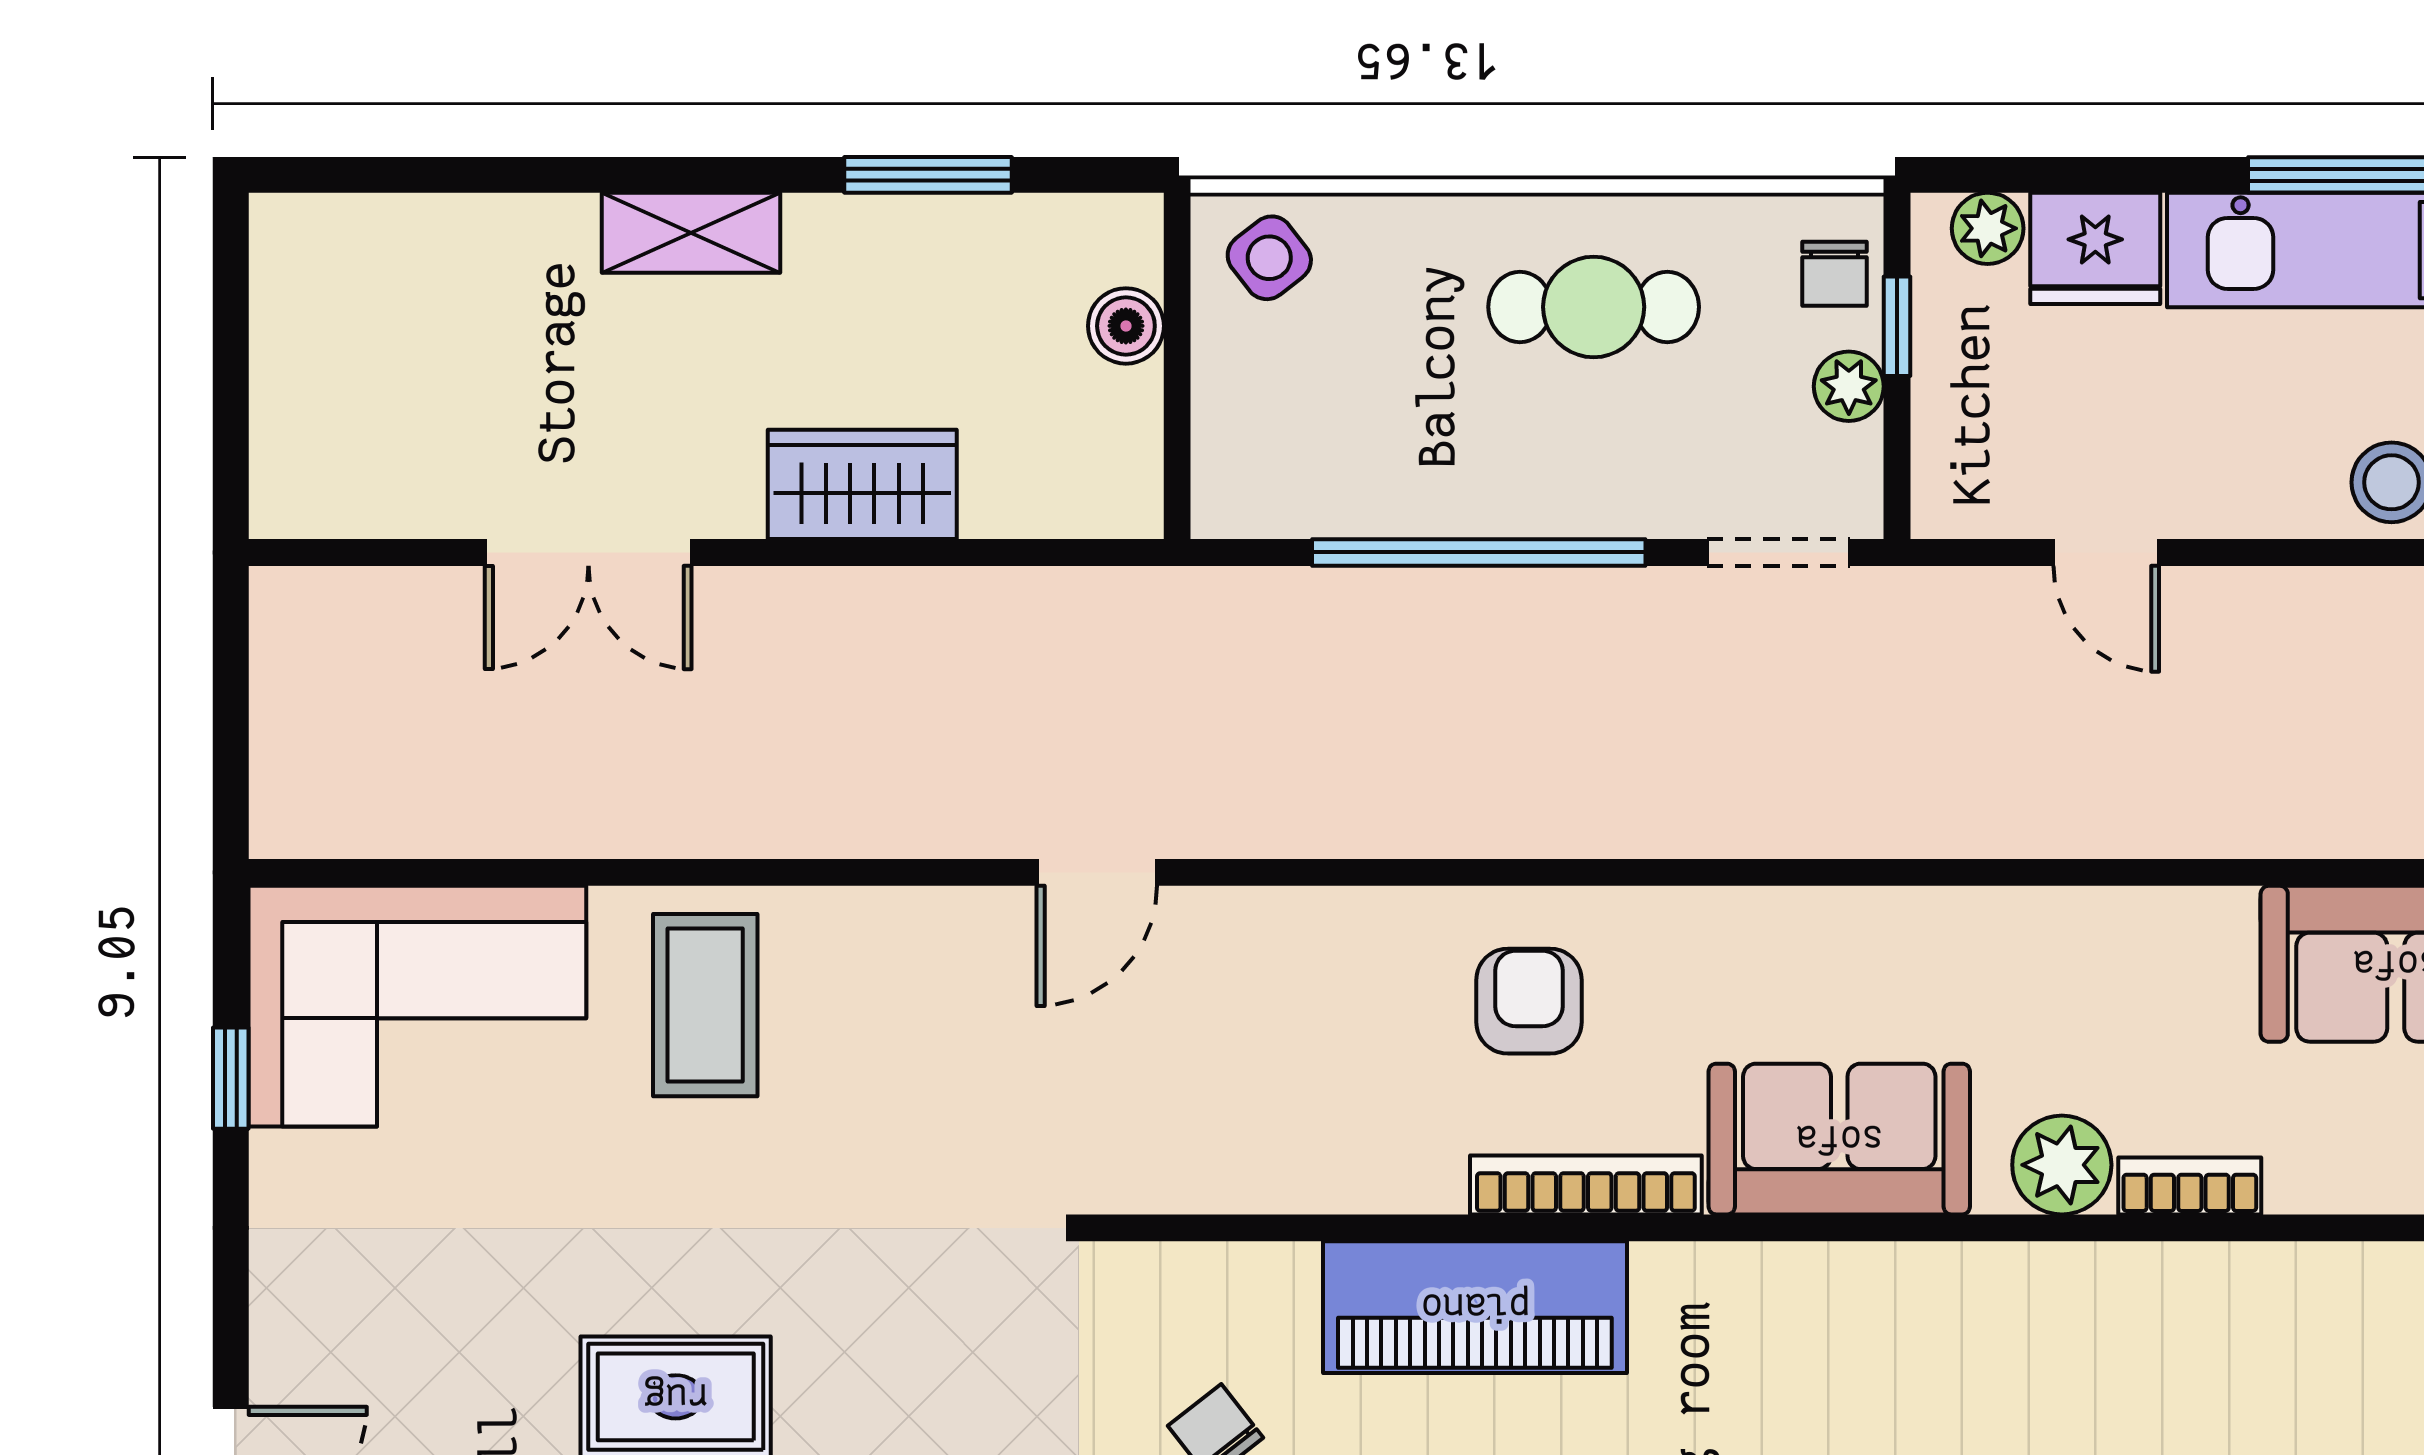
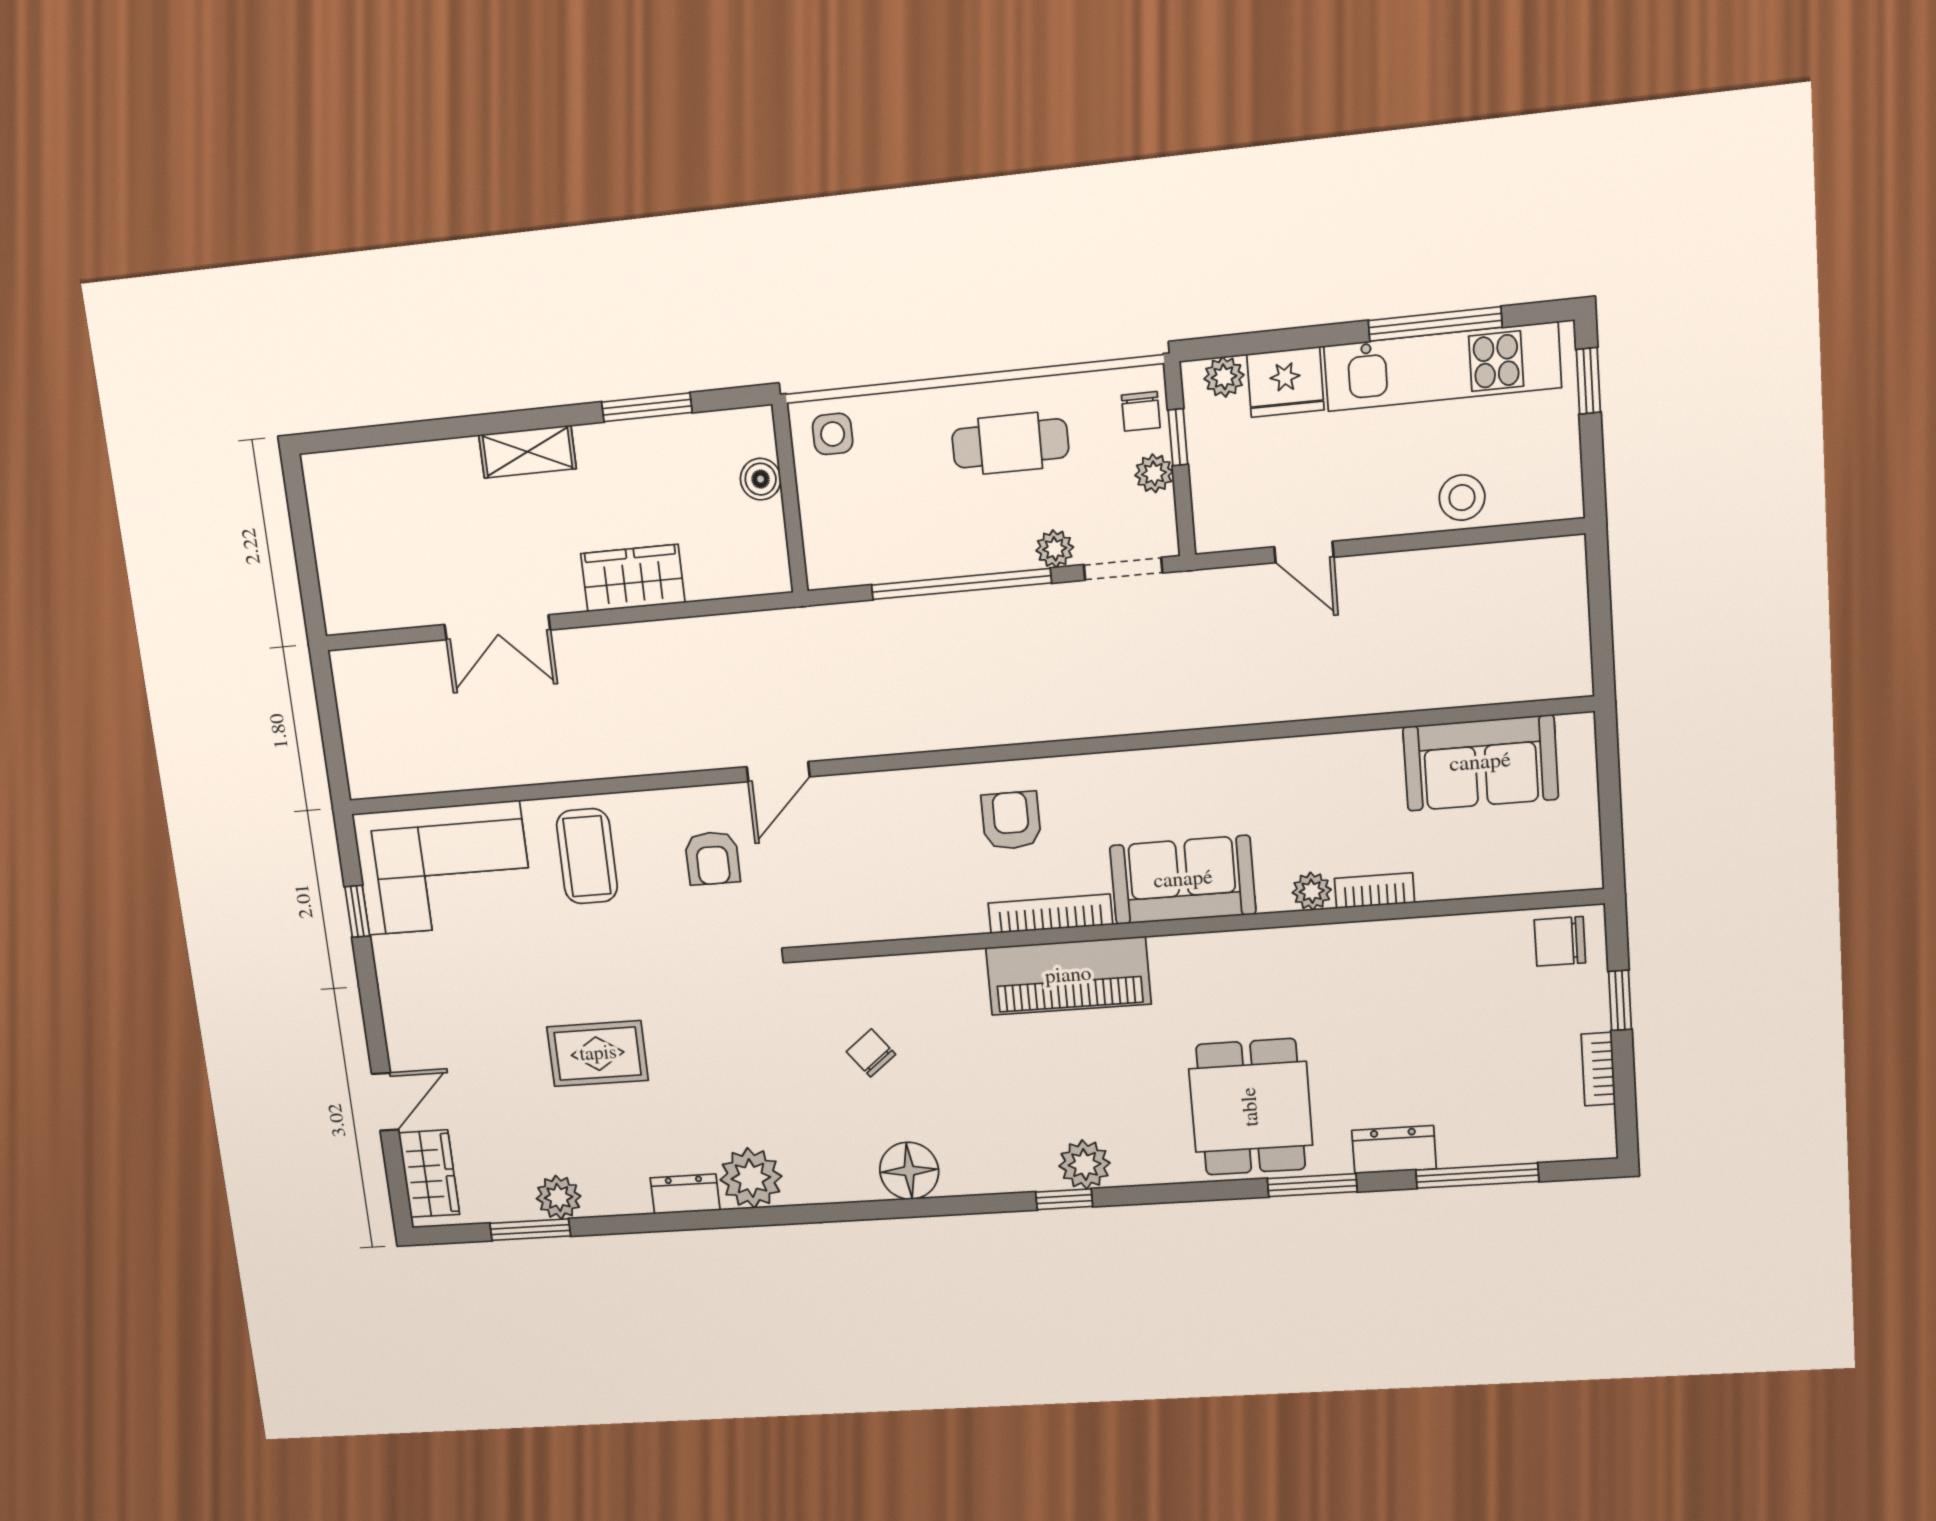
side table: (1269, 258) -> (833, 434), turned 38
plant: (1657, 505) -> (1055, 549), added
armchair: (950, 1028) -> (712, 858), added
plant: (2062, 1165) -> (1312, 891), width x0.73, depth x0.73
piano: (1475, 1307) -> (1068, 976), moved

